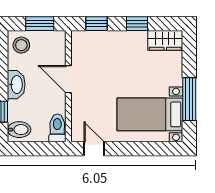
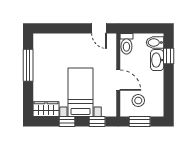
stool: (21, 45) -> (138, 101), moved
washbasin: (16, 85) -> (157, 60), moved
bed with nightstands: (150, 114) -> (80, 92), moved, turned -90

